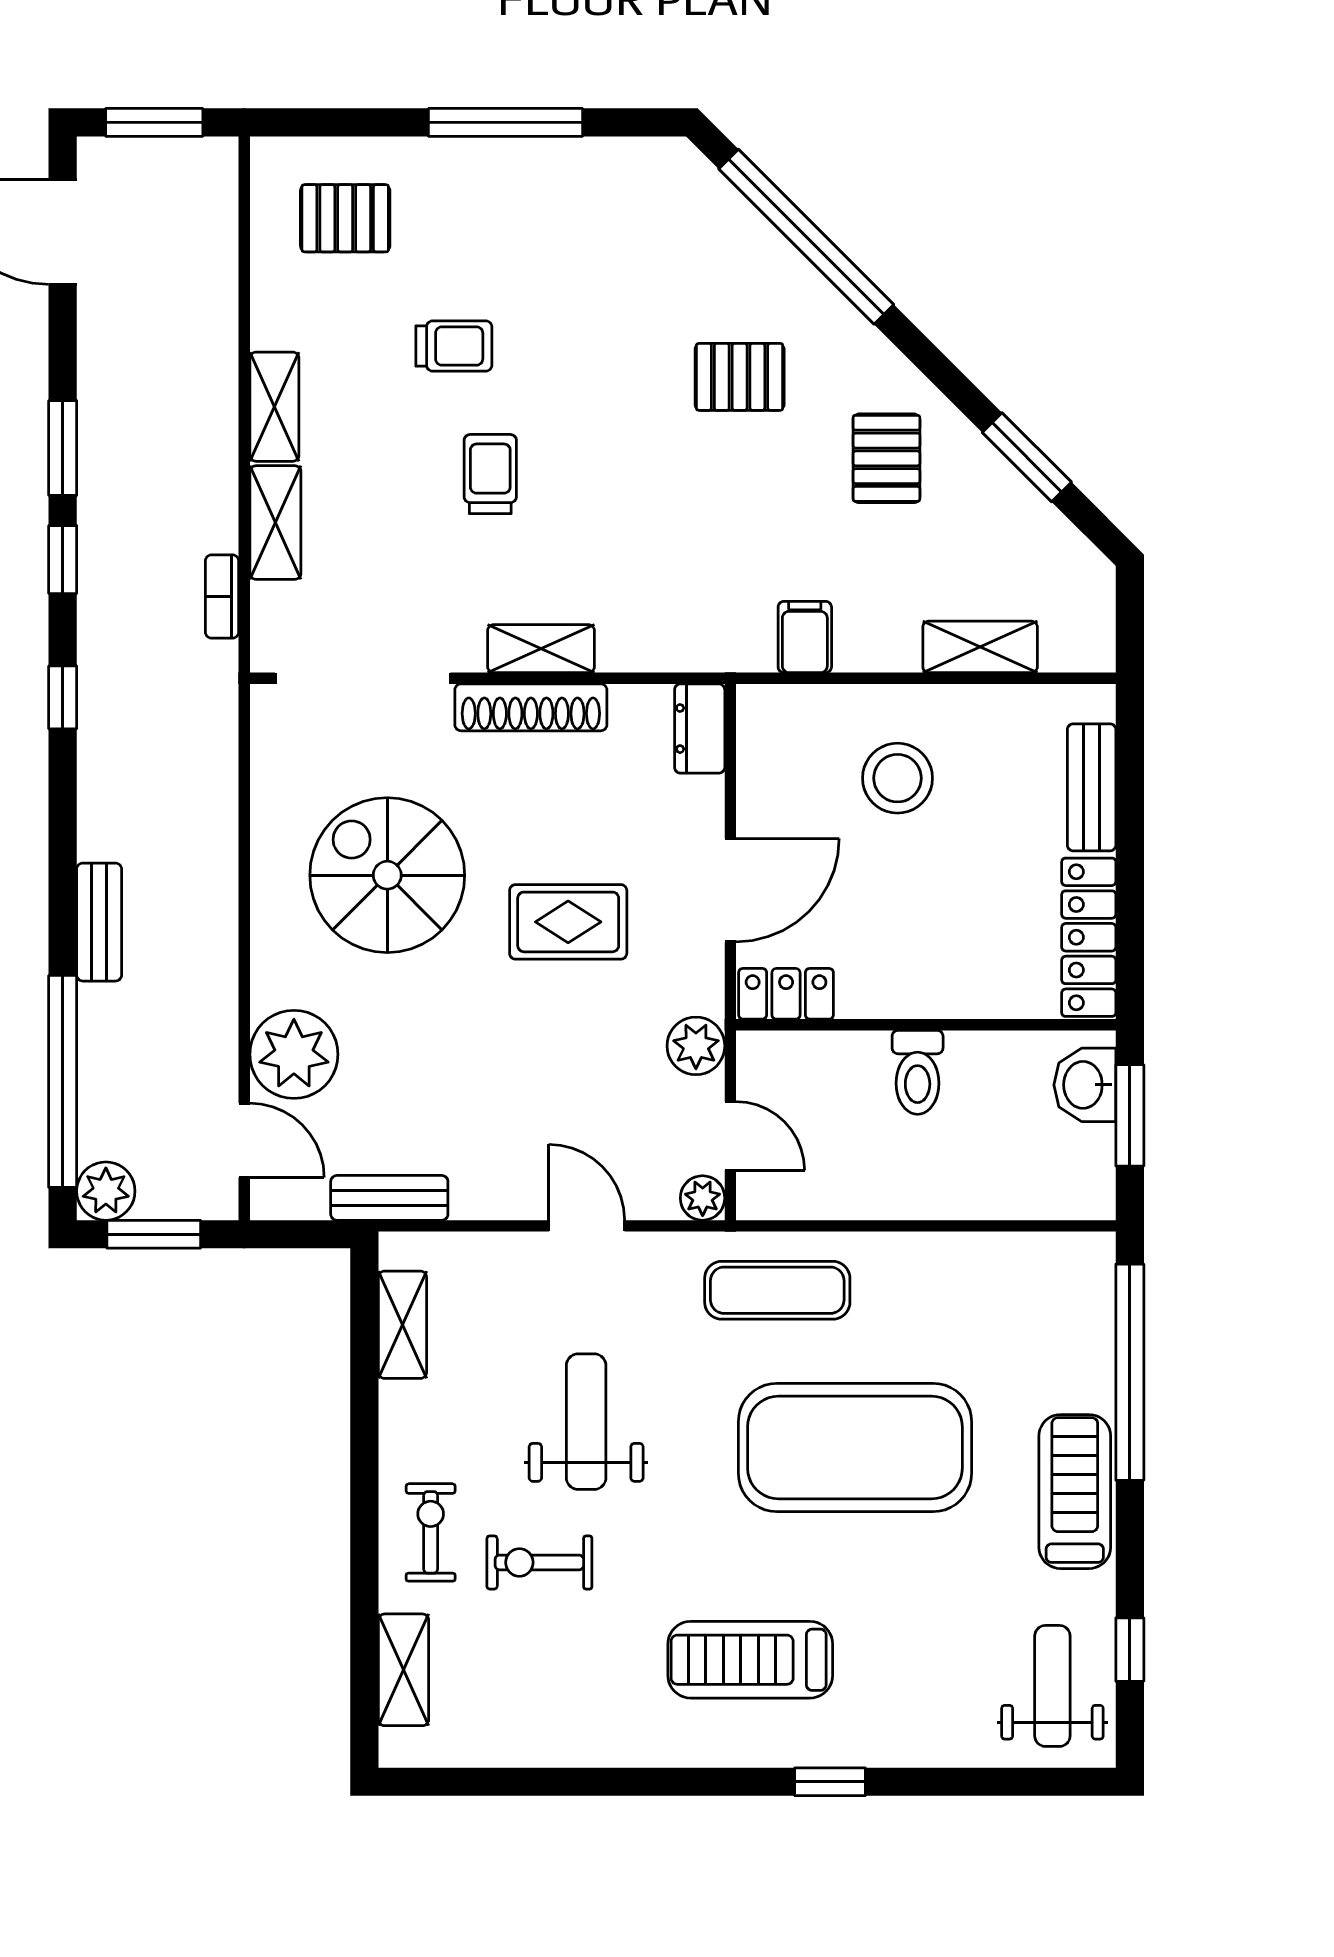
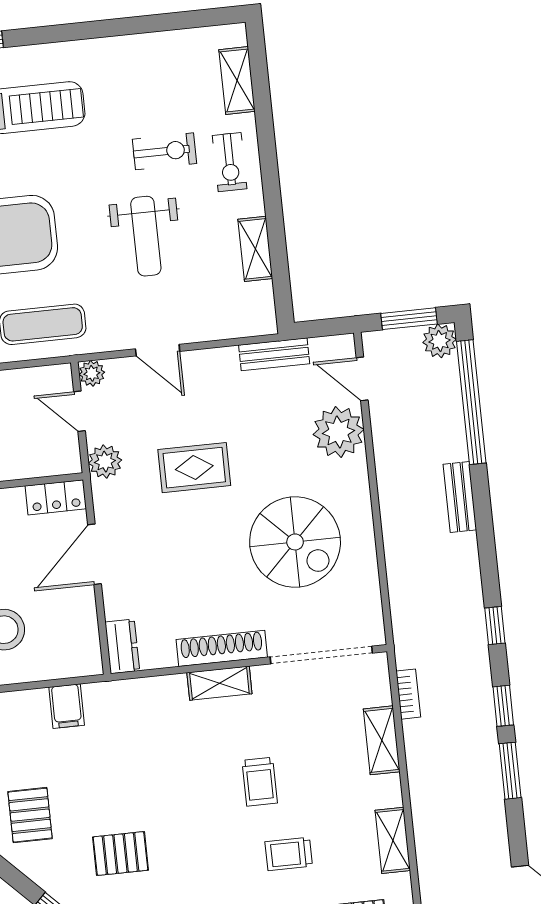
shelving: (274, 407) -> (393, 840), moved
rug: (568, 922) -> (194, 468), moved
shelving: (402, 1325) -> (255, 249), moved

